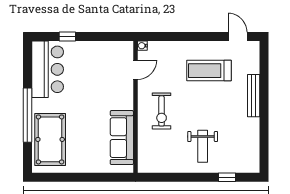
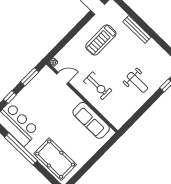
window: (106, 37) -> (30, 77), added
door: (136, 70) -> (62, 78), hinge flipped
window: (27, 115) -> (21, 149), moved

